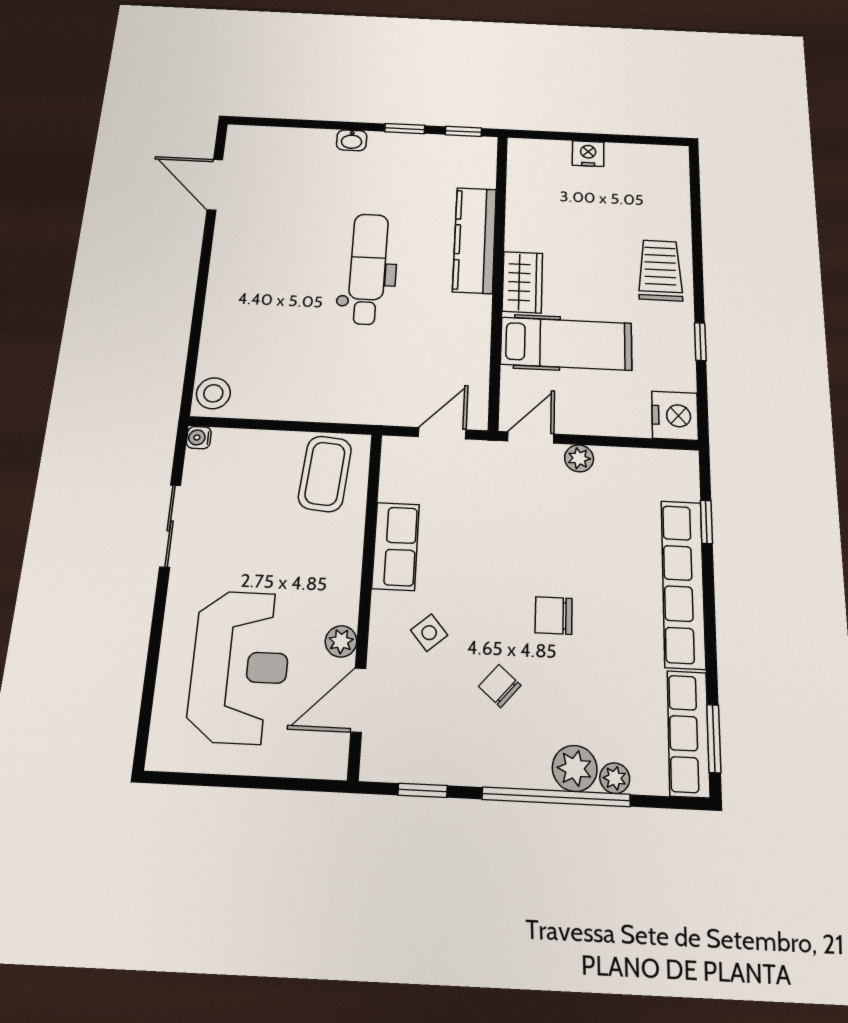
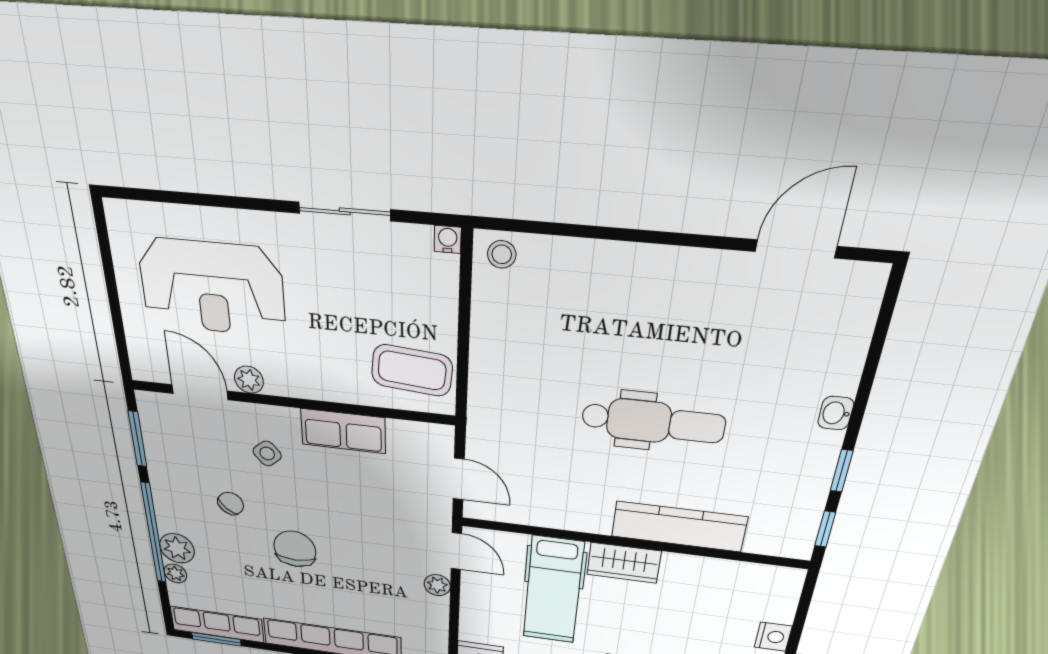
stool: (213, 393) -> (502, 254), width x0.73, depth x0.73
chair: (554, 615) -> (295, 549), width x1.37, depth x1.37
window: (423, 790) -> (137, 439), width x1.50

